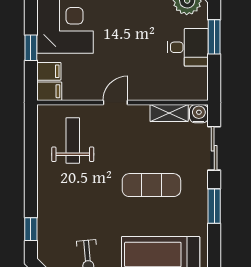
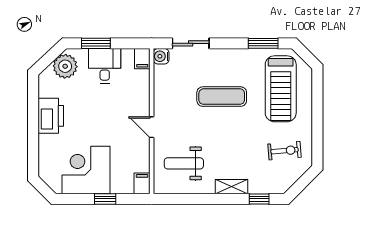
filing cabinet: (49, 71) -> (142, 59), moved, turned 180
shelving: (169, 113) -> (232, 187), moved, turned 90
exercise mat: (151, 185) -> (222, 97), turned 90
window: (214, 206) -> (263, 43), moved

